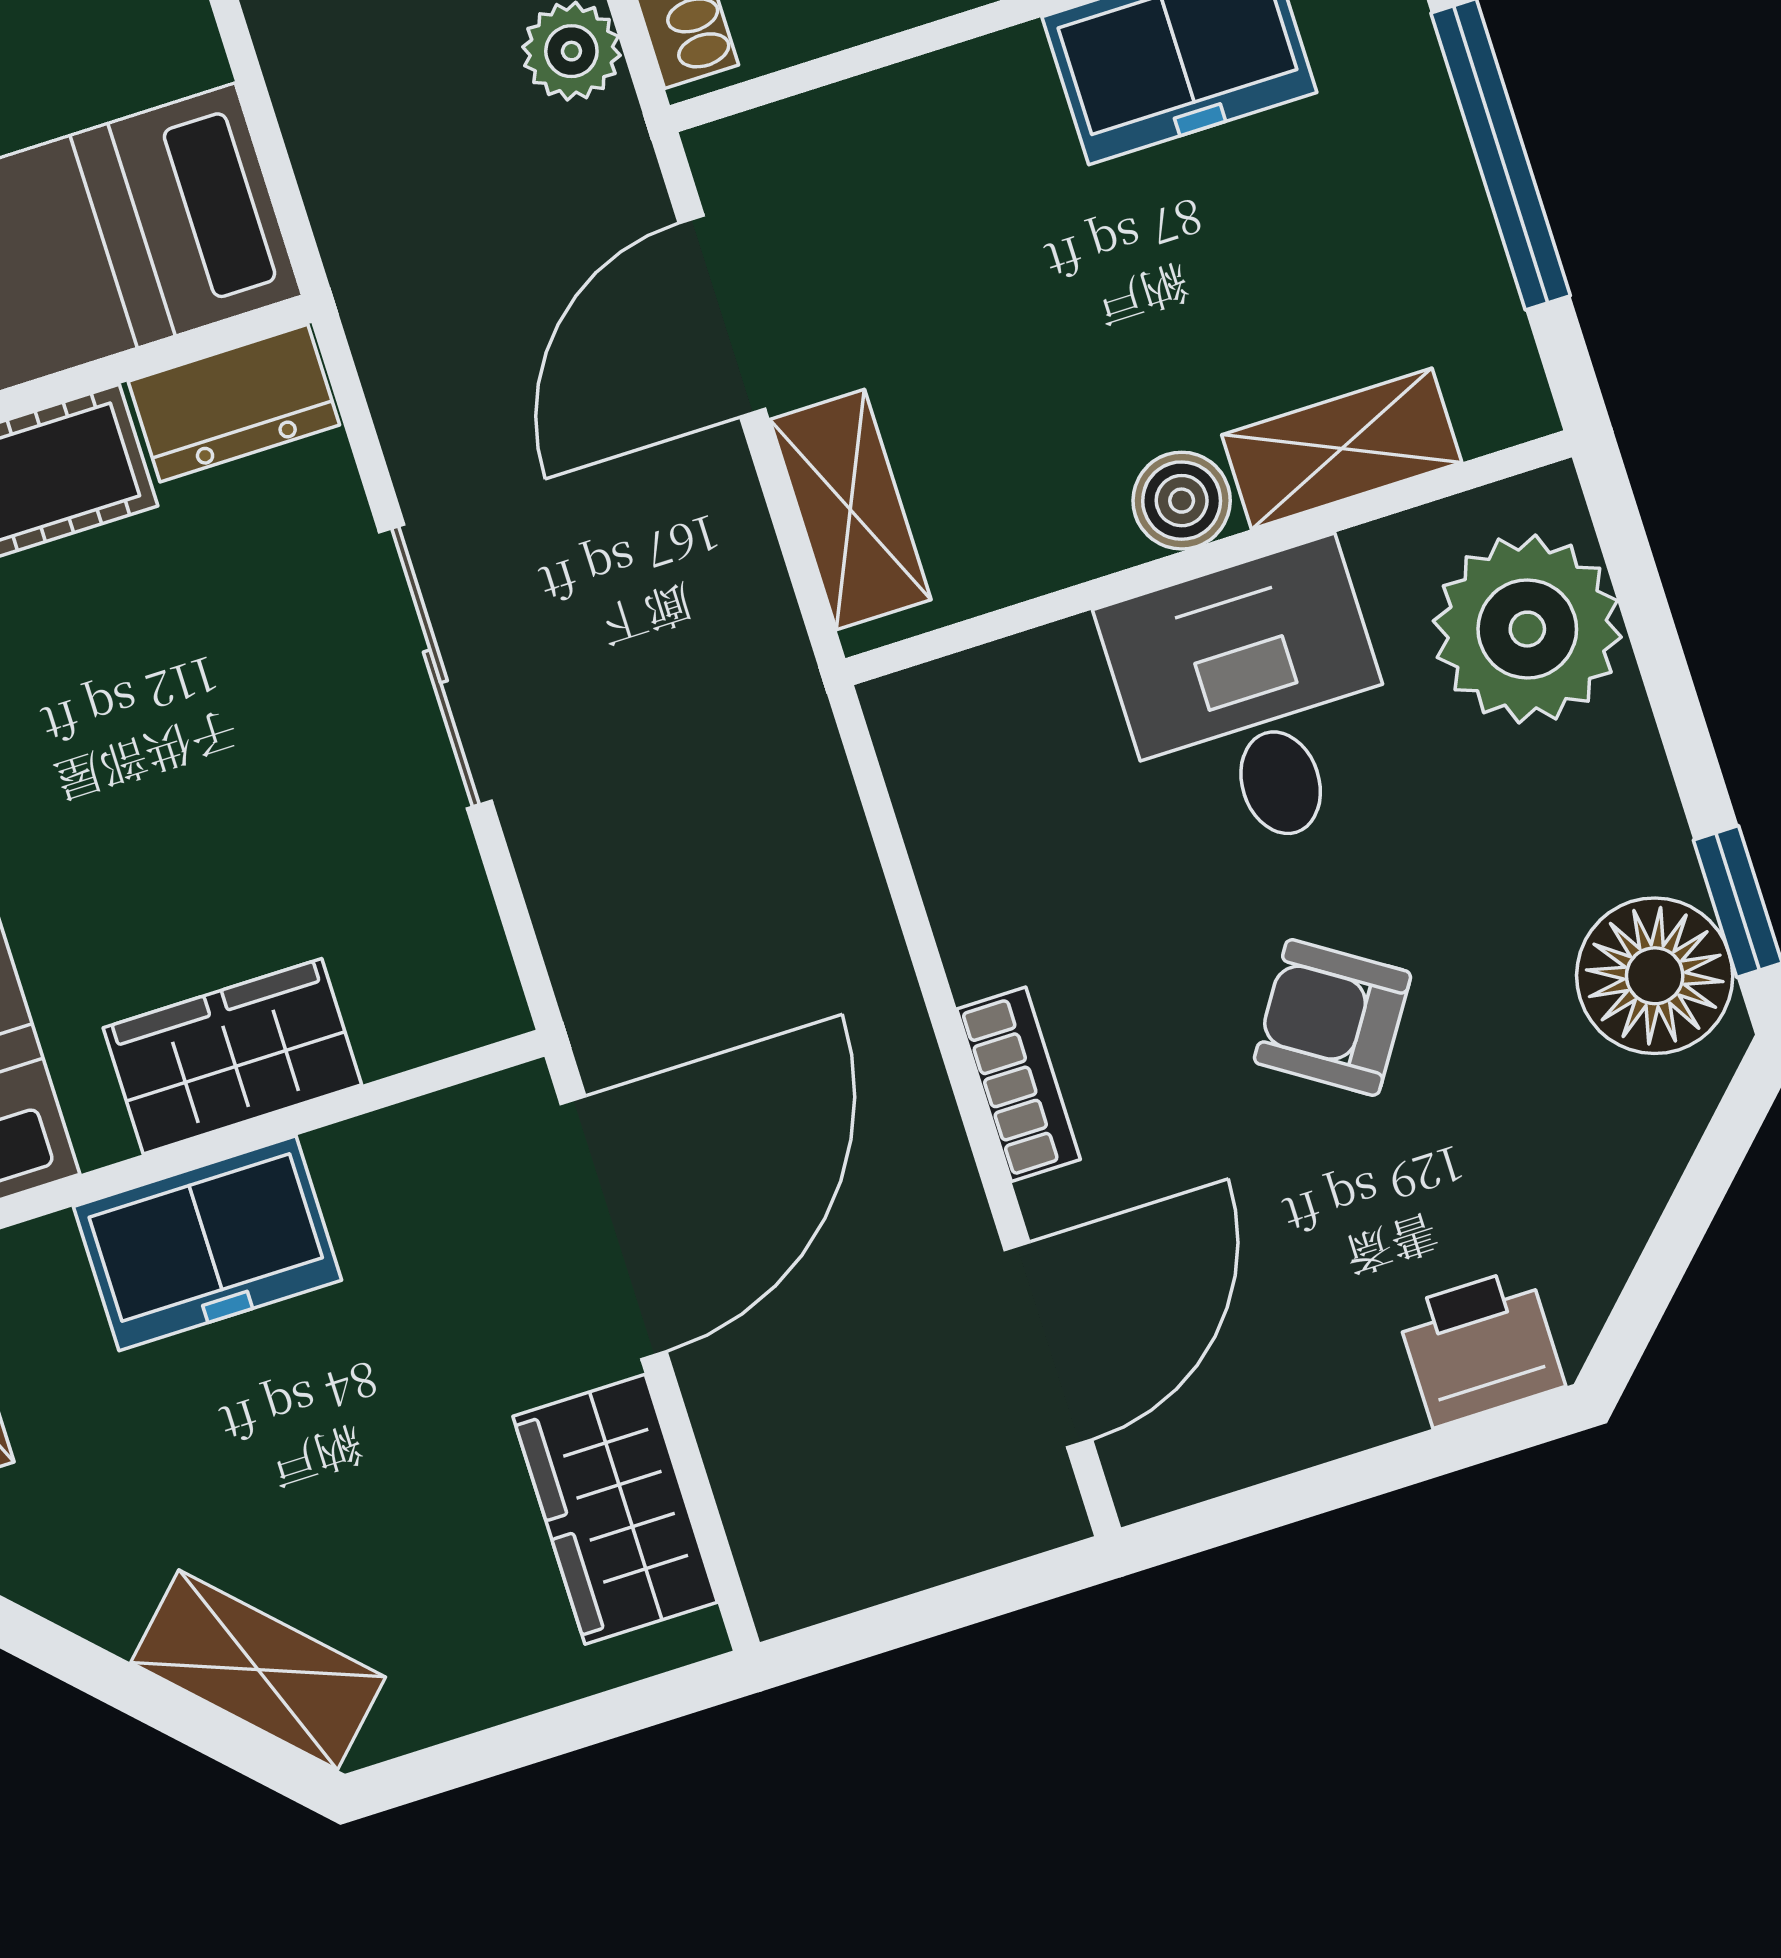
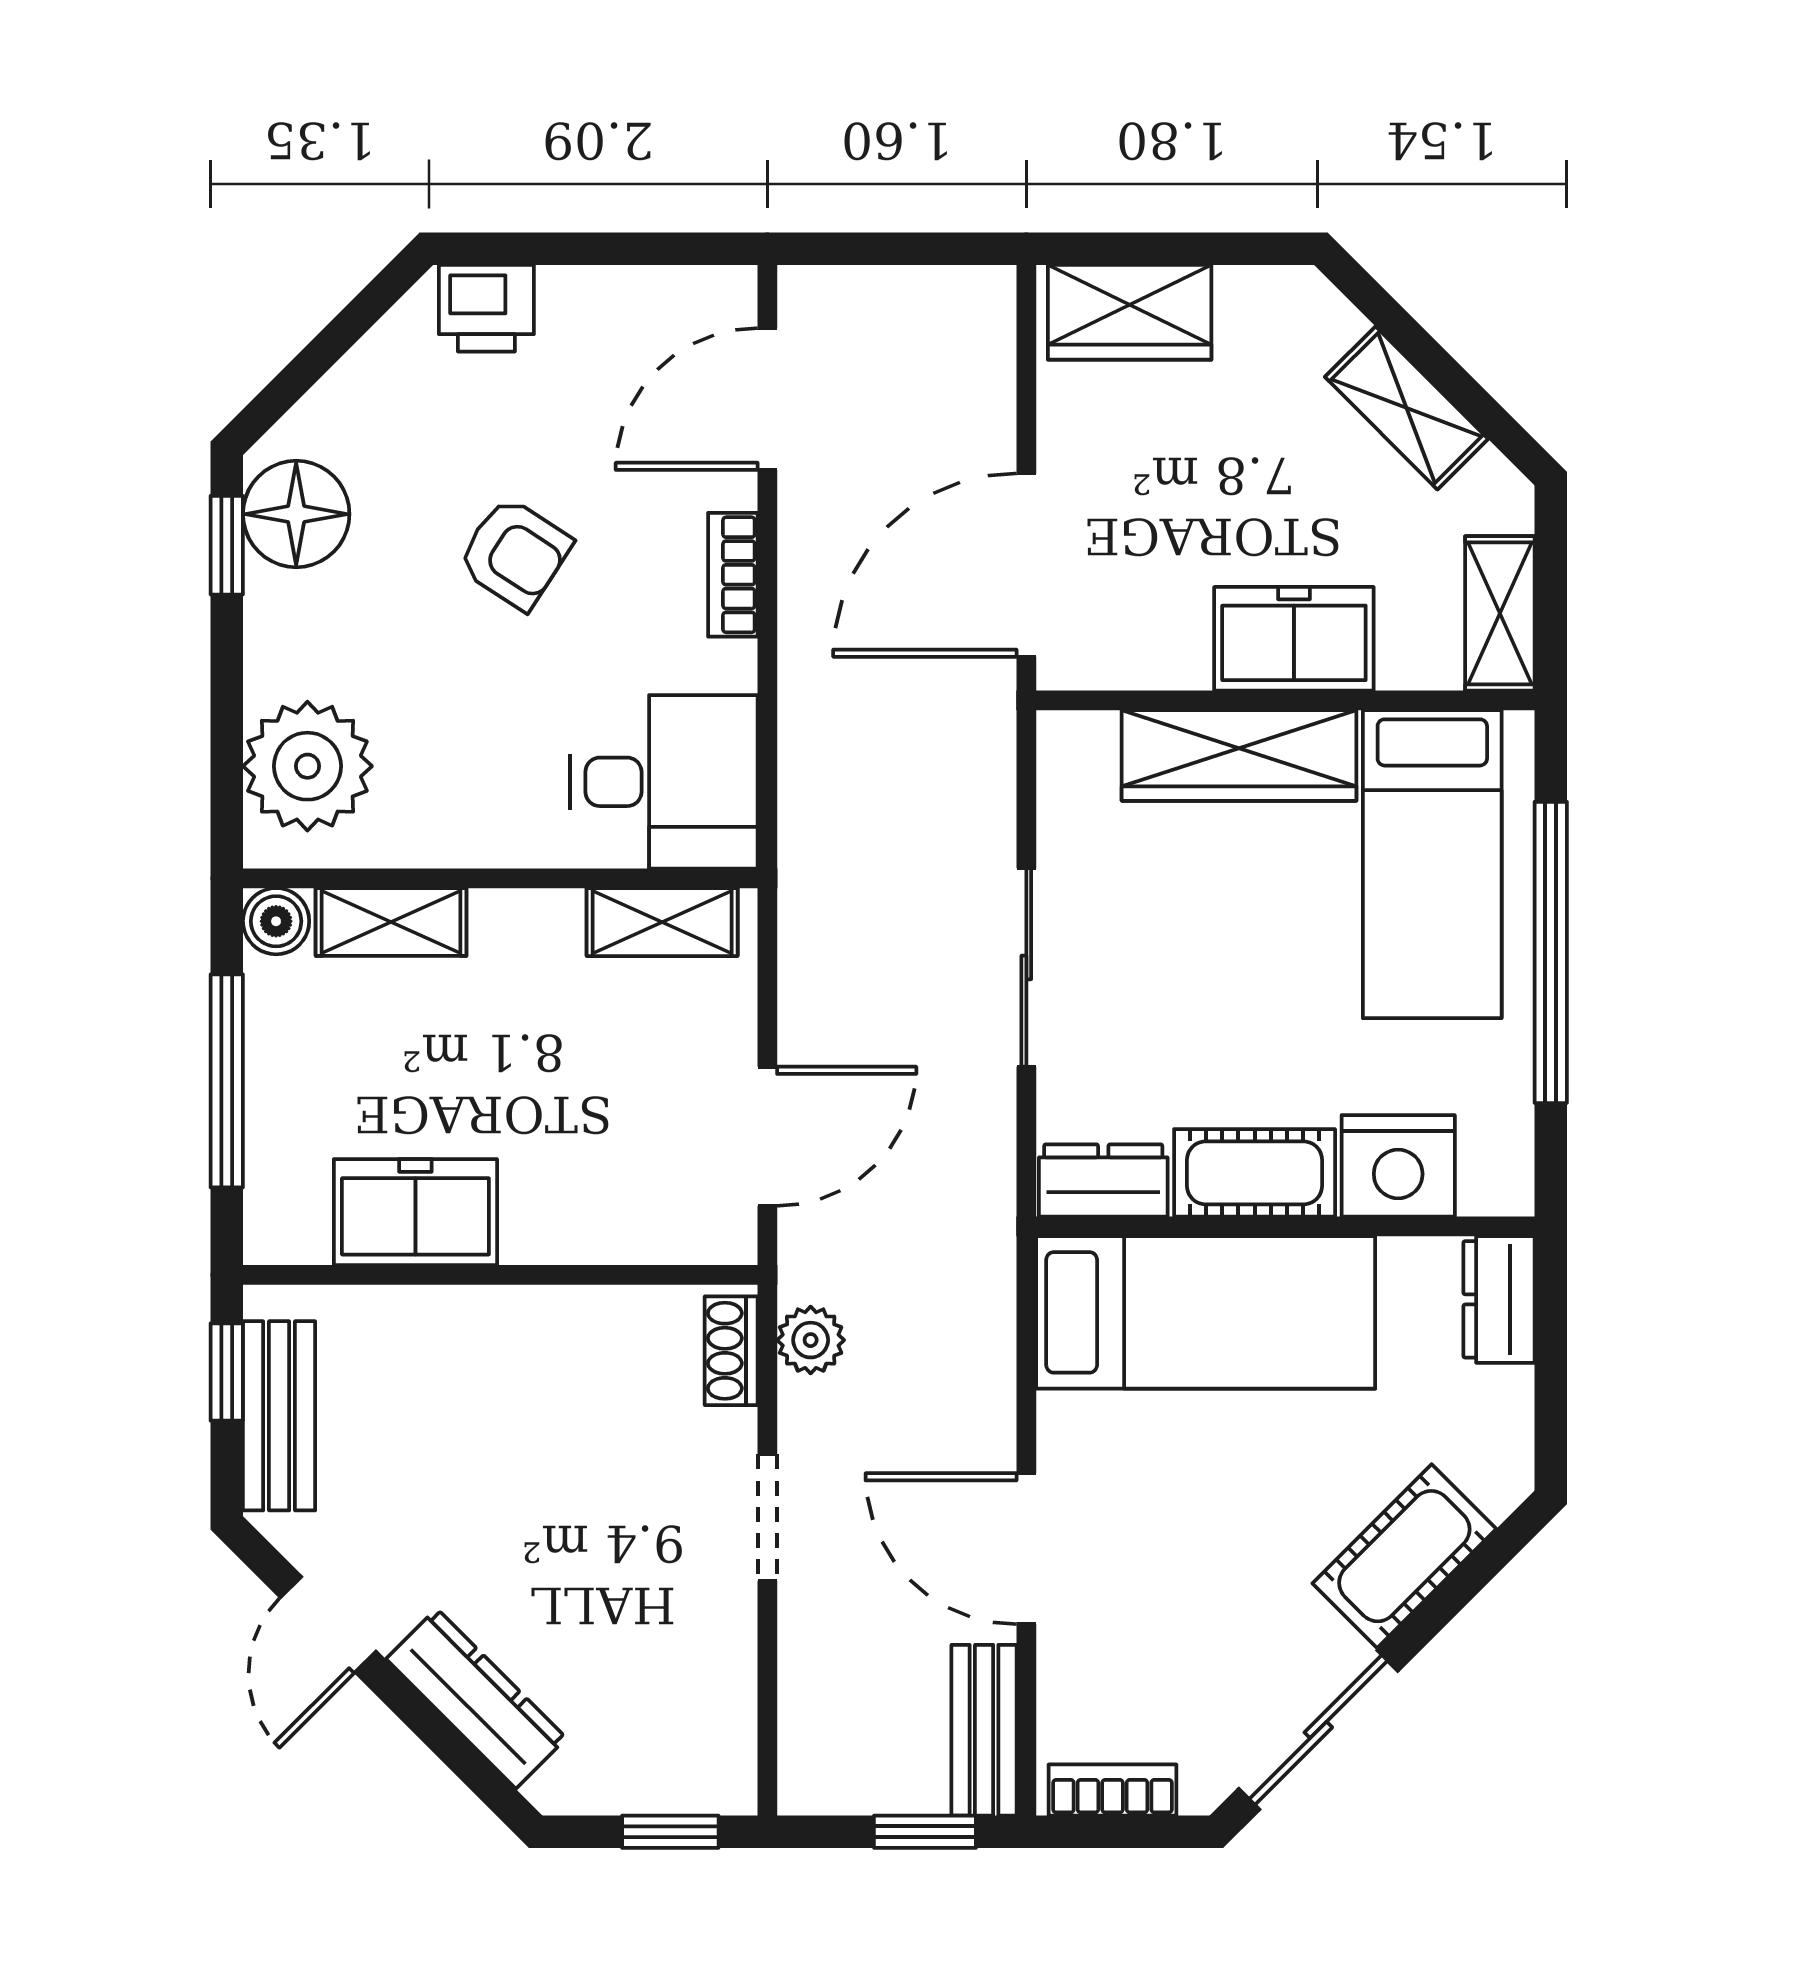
boiler: (1182, 501) -> (276, 921), moved
shelving: (850, 510) -> (662, 922), moved, turned 90
desk: (1255, 702) -> (664, 782), moved, turned -90
wardrobe: (232, 1056) -> (1239, 755), width x1.50
wardrobe: (615, 1509) -> (1130, 312), moved, turned 90
shelving: (258, 1670) -> (1406, 408), moved

